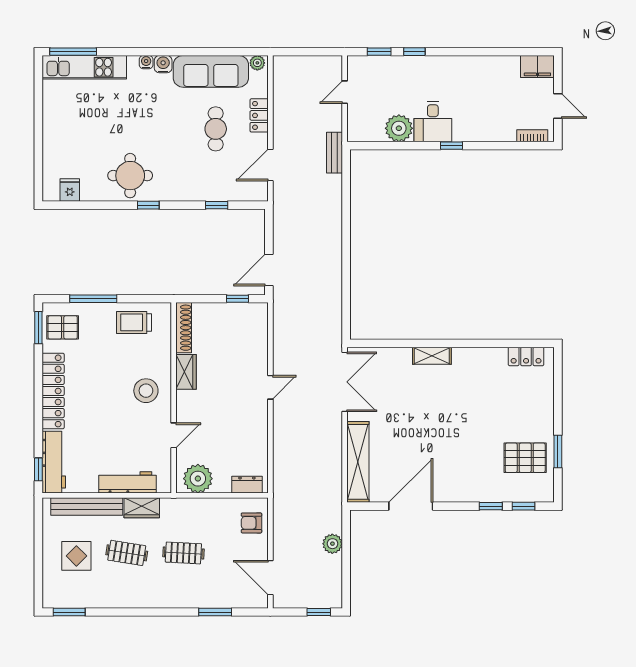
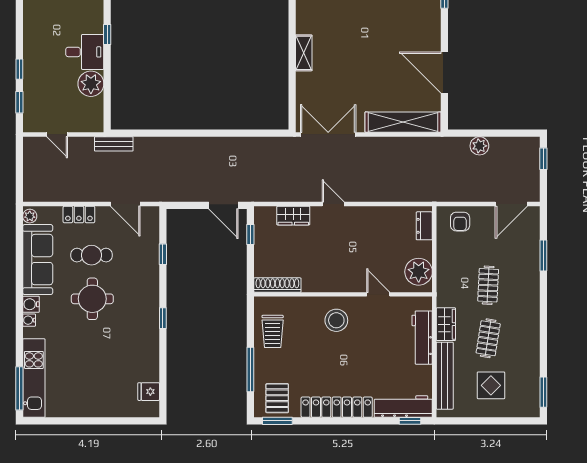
round table: (130, 176) -> (92, 299), moved
wardrobe: (186, 372) -> (293, 216), moved, turned 180

